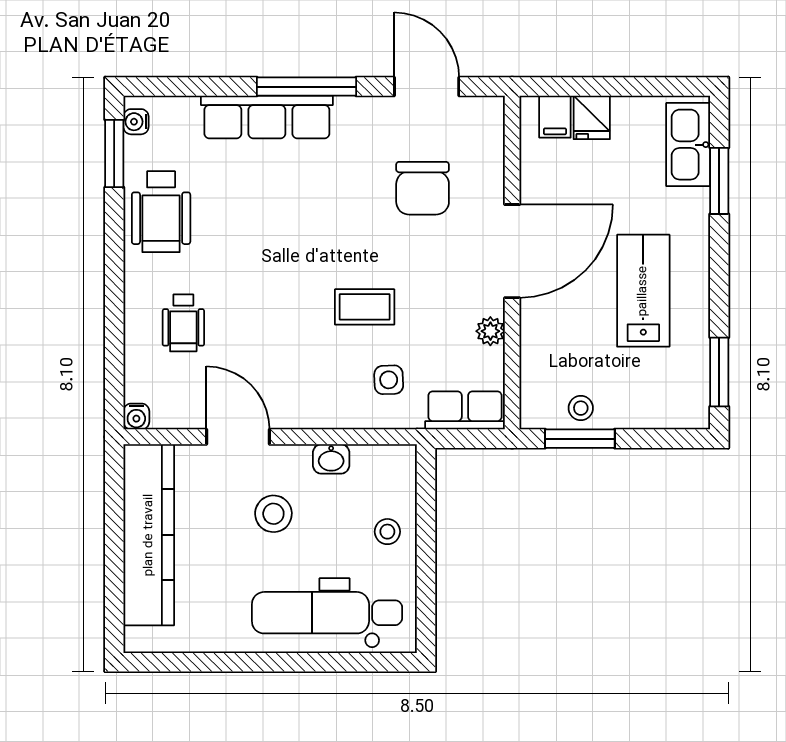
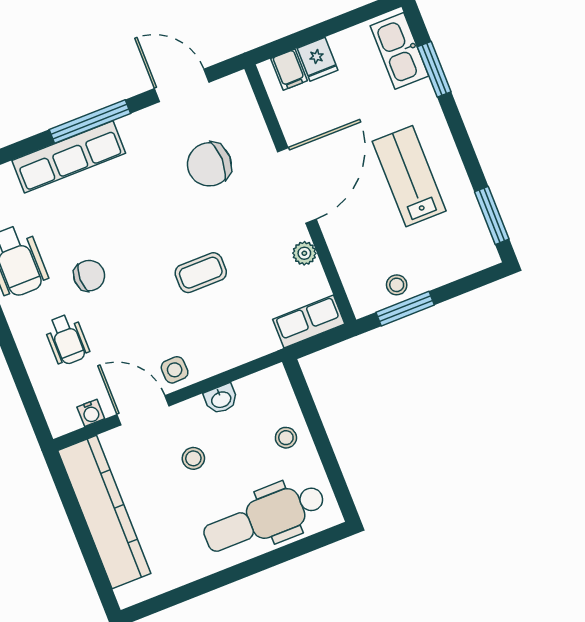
chair: (423, 188) -> (209, 164), turned 90
chair: (237, 261) -> (89, 276), added
side table: (389, 380) -> (175, 370), moved
water cooler: (136, 417) -> (91, 413), moved
stool: (273, 514) -> (193, 458), width x0.73, depth x0.73

